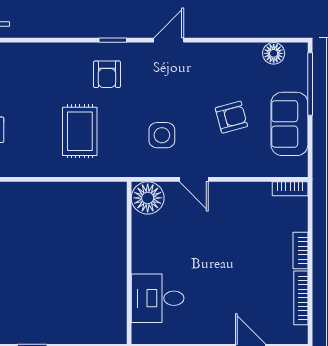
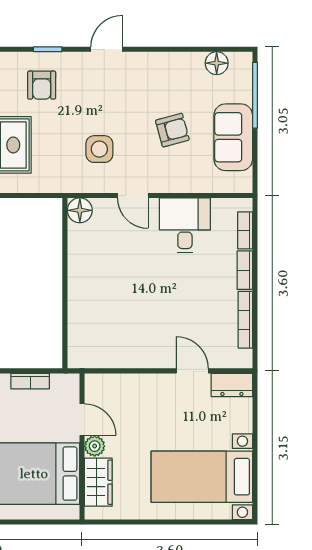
bookcase: (290, 189) -> (245, 230), moved, turned 90
floor lamp: (148, 198) -> (80, 210), width x0.73, depth x0.73
desk: (158, 298) -> (185, 225), moved, turned 90

